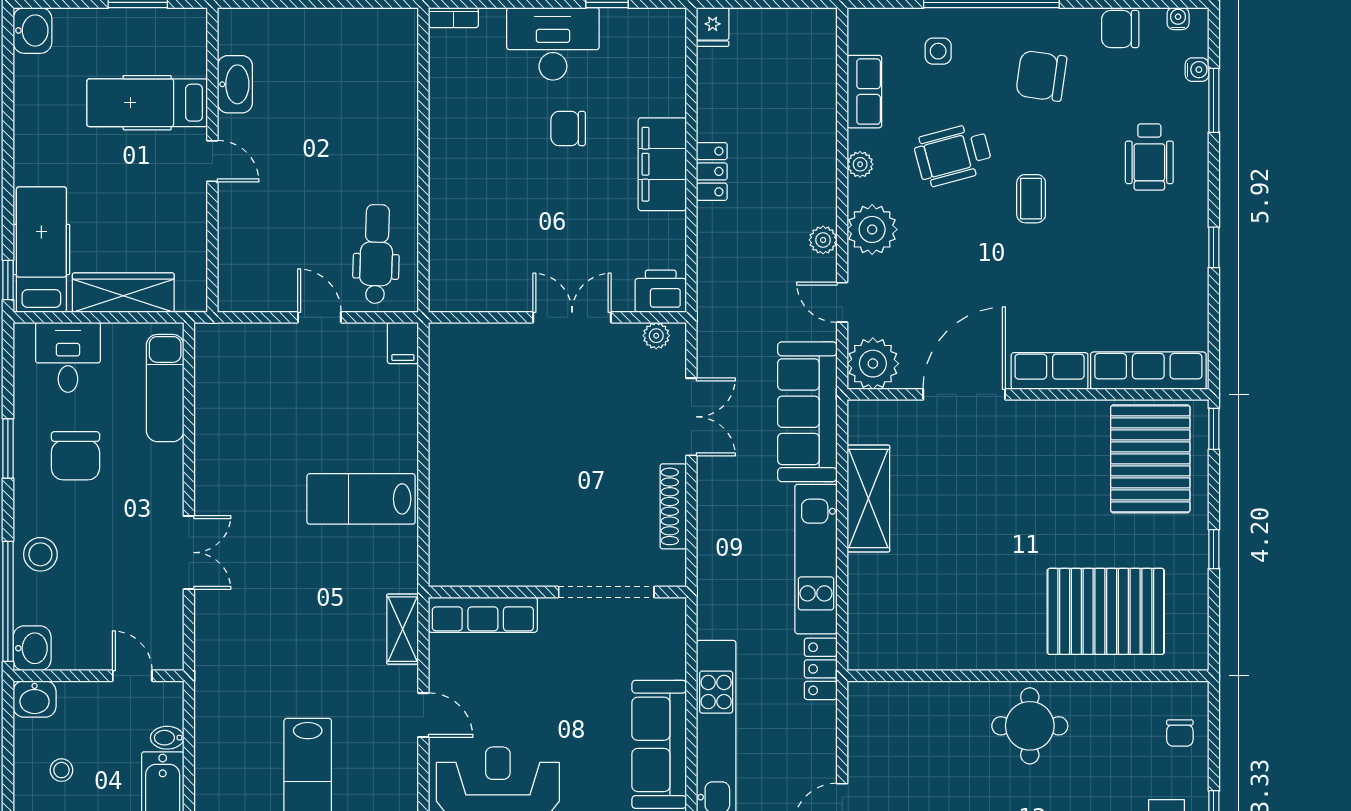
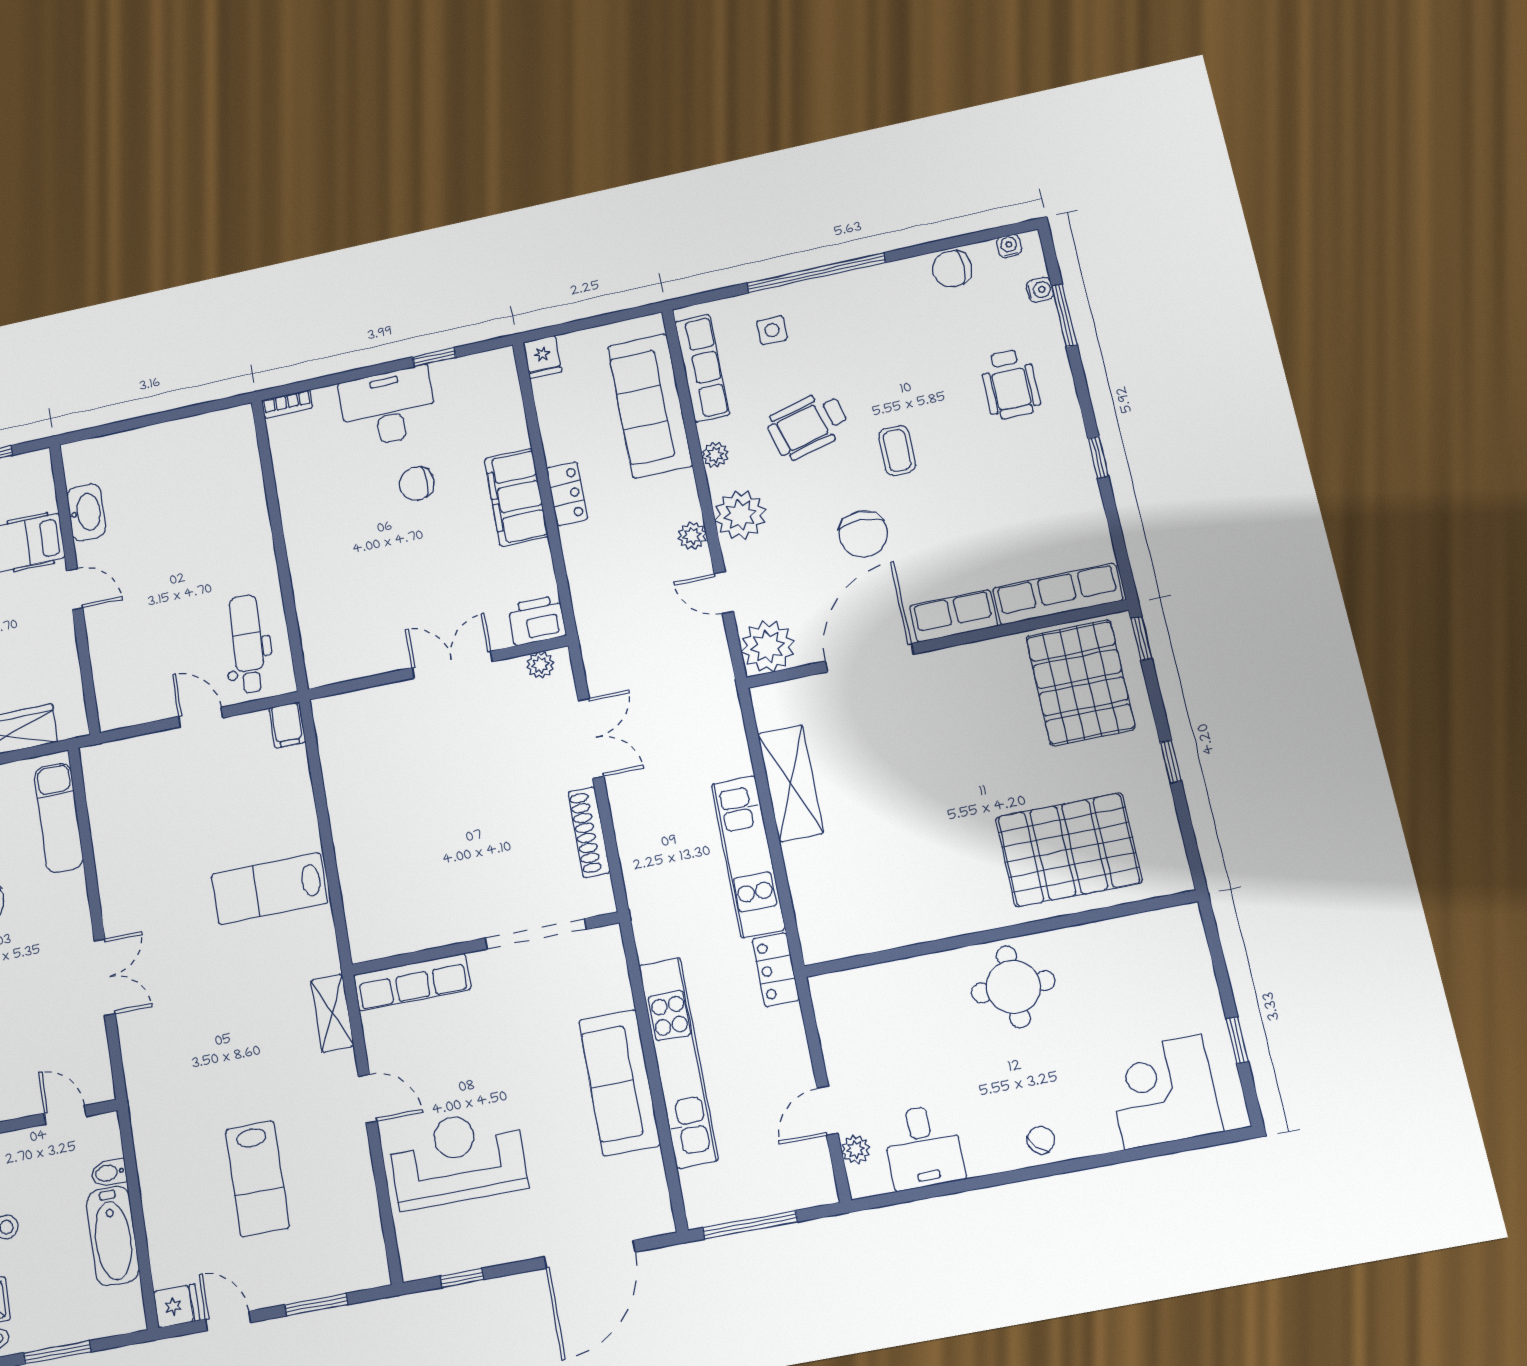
chair: (1041, 76) -> (863, 534), moved, turned -98
row of seats: (864, 92) -> (702, 368), width x1.48
sofa: (807, 412) -> (650, 406), moved
chair: (1180, 733) -> (1179, 963), removed

